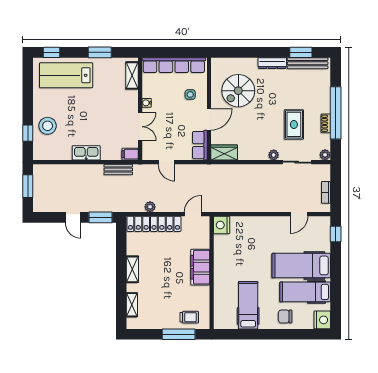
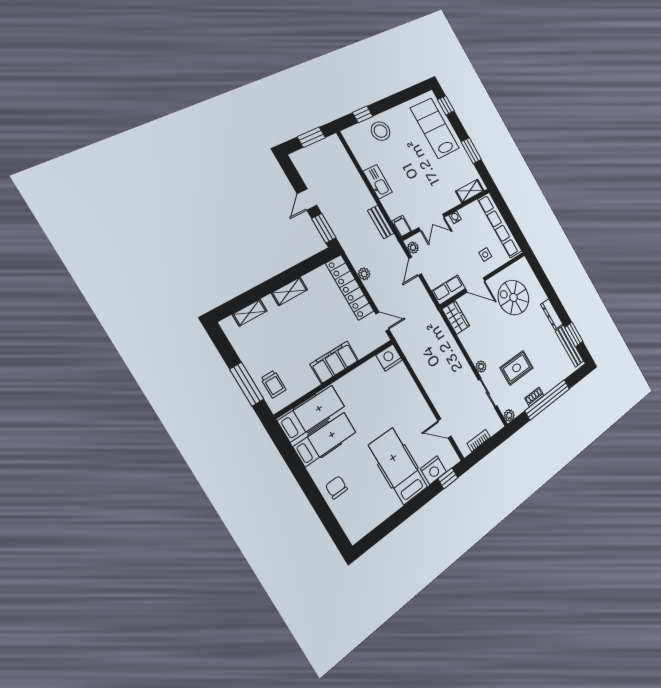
plant: (151, 155) -> (413, 248), added
hospital bed: (305, 292) -> (311, 413), moved, turned 90
nightstand: (322, 320) -> (433, 470), moved

